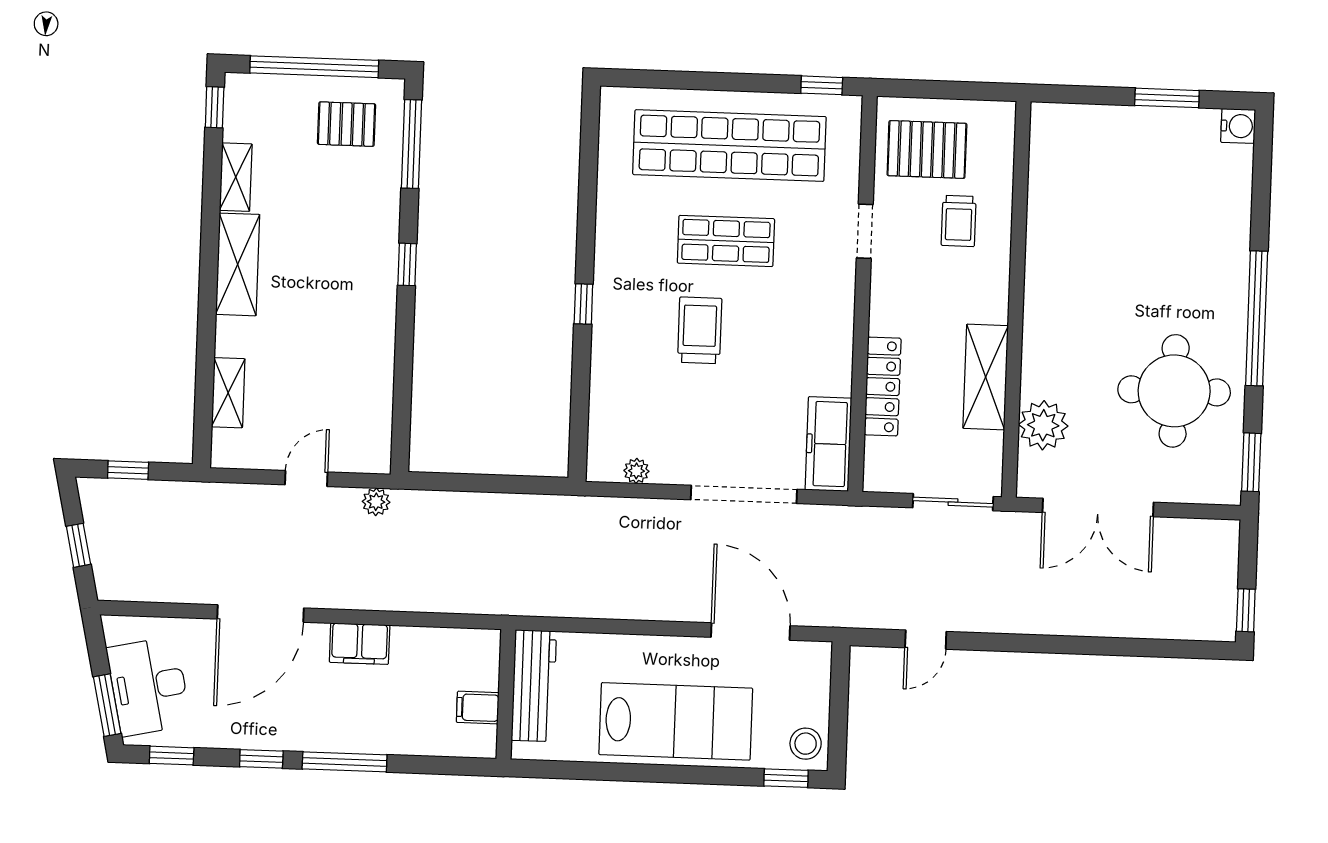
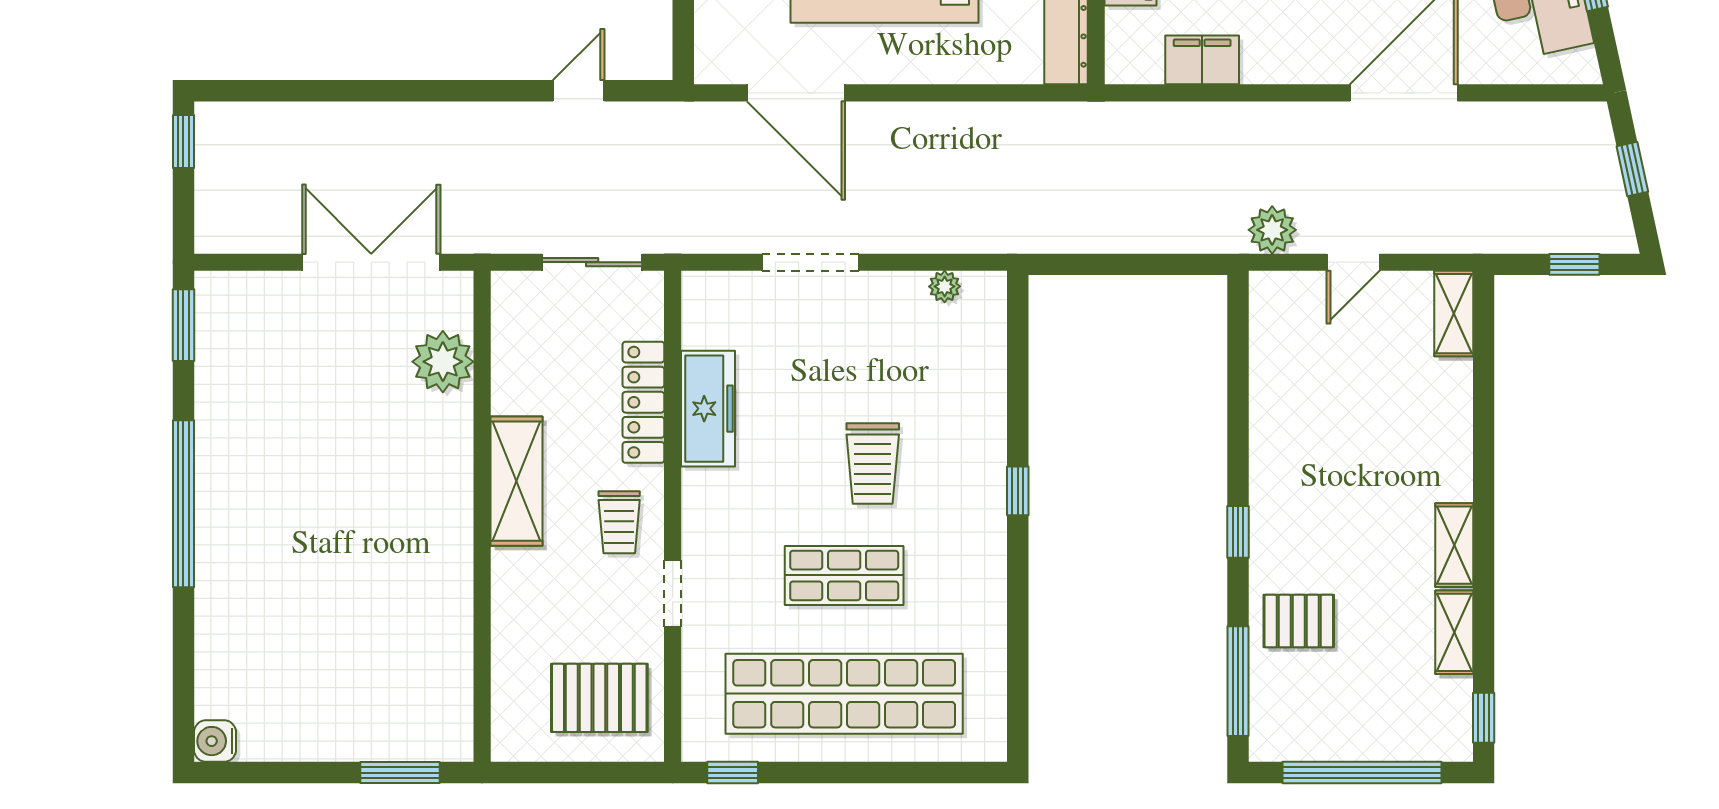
window: (1167, 98) -> (400, 773), moved
pallet: (347, 124) -> (1299, 621), moved
trolley: (959, 221) -> (619, 522), moved, turned 180
shelving: (238, 264) -> (1454, 545), width x0.67, depth x0.75
shelving: (986, 377) -> (516, 481), moved
round table: (1174, 391) -> (282, 410), removed
shelving: (228, 393) -> (1454, 314), moved
freezer: (828, 444) -> (708, 409), moved
doorway: (744, 494) -> (810, 262), width x0.73
plant: (376, 502) -> (1272, 230), width x1.38, depth x1.38
sliding door: (953, 502) -> (592, 262), moved
filing cabinet: (360, 644) -> (1202, 60), moved

